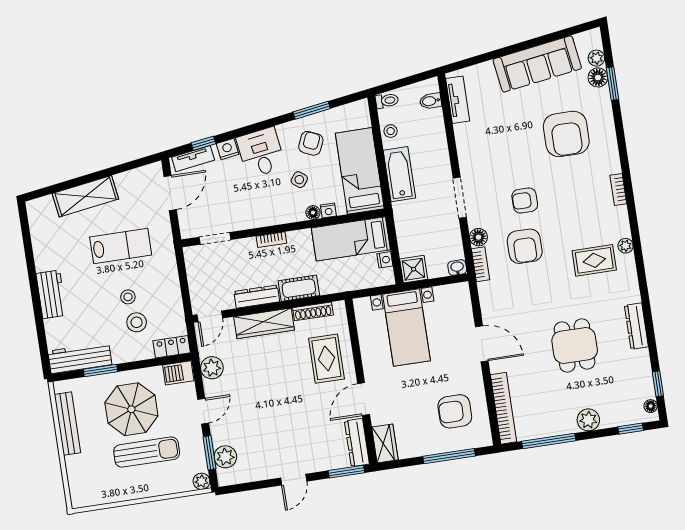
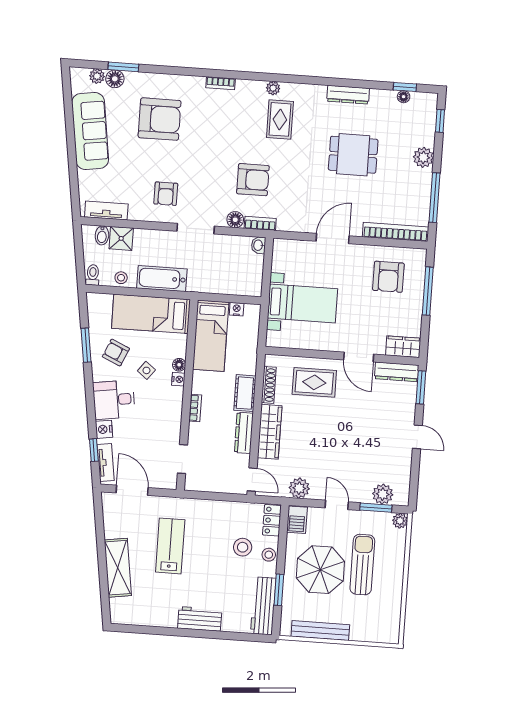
armchair: (525, 200) -> (166, 194), moved
nightstand: (328, 211) -> (178, 379), moved
shower: (414, 269) -> (121, 238), moved
stool: (128, 297) -> (269, 555), moved
floor lamp: (651, 406) -> (404, 97), moved

